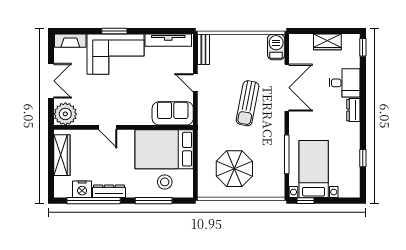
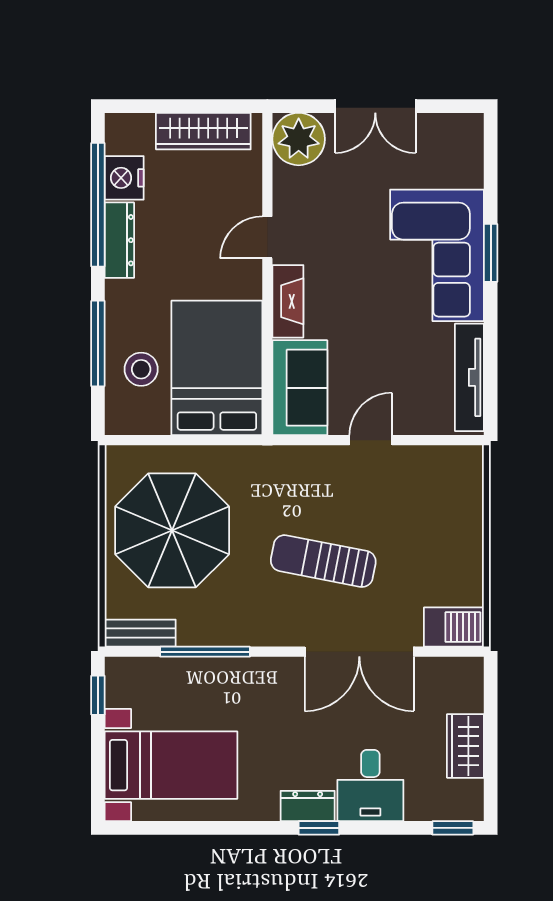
fireplace: (70, 41) -> (288, 301), moved, turned 180
bench: (203, 49) -> (140, 633), moved
window: (363, 158) -> (319, 828), moved
parasol: (234, 169) -> (172, 530), width x1.36, depth x1.36
bed with nightstands: (314, 169) -> (171, 765), moved

